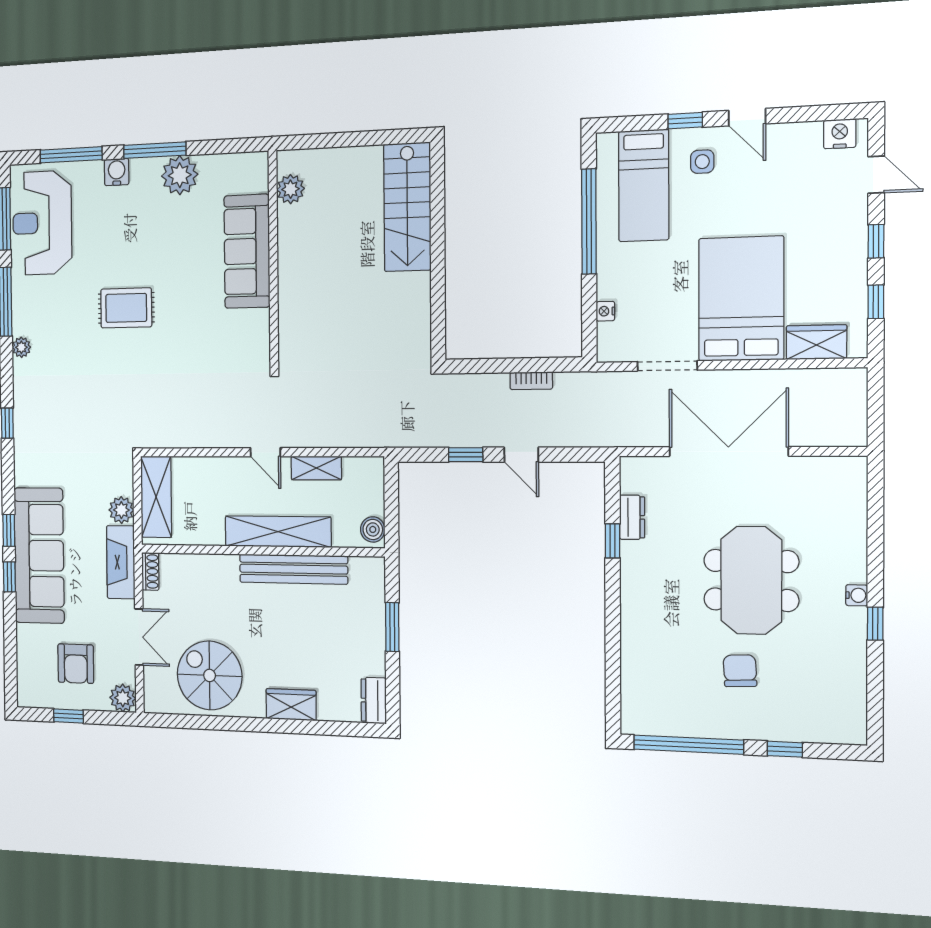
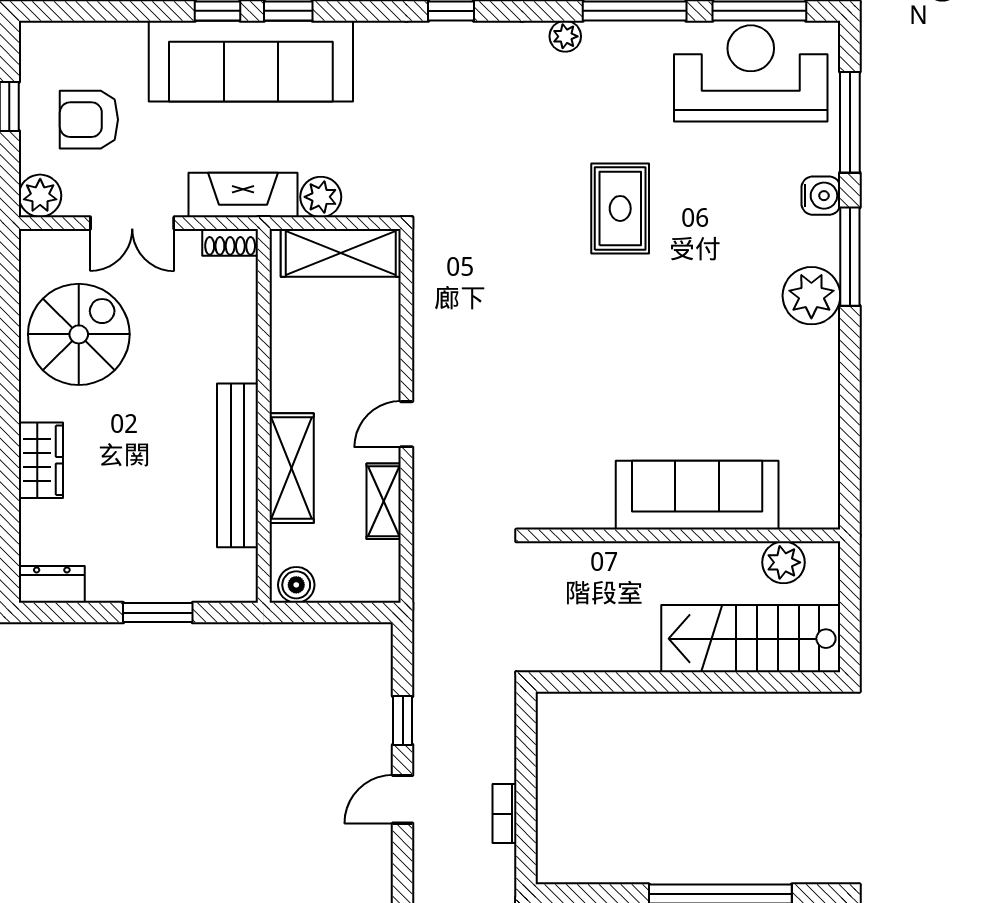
plant: (290, 189) -> (784, 562), moved
sofa: (247, 251) -> (697, 495), moved
wall: (273, 259) -> (684, 535), moved
shelving: (278, 532) -> (292, 468), width x0.68

